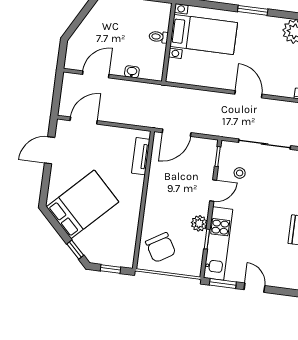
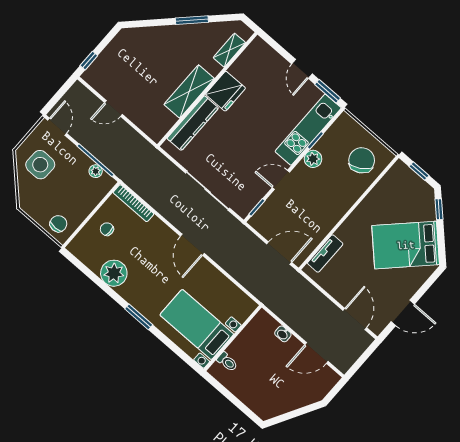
toilet: (159, 37) -> (227, 362), moved
door: (84, 121) -> (355, 319), swing flipped
stool: (240, 173) -> (247, 180), removed

